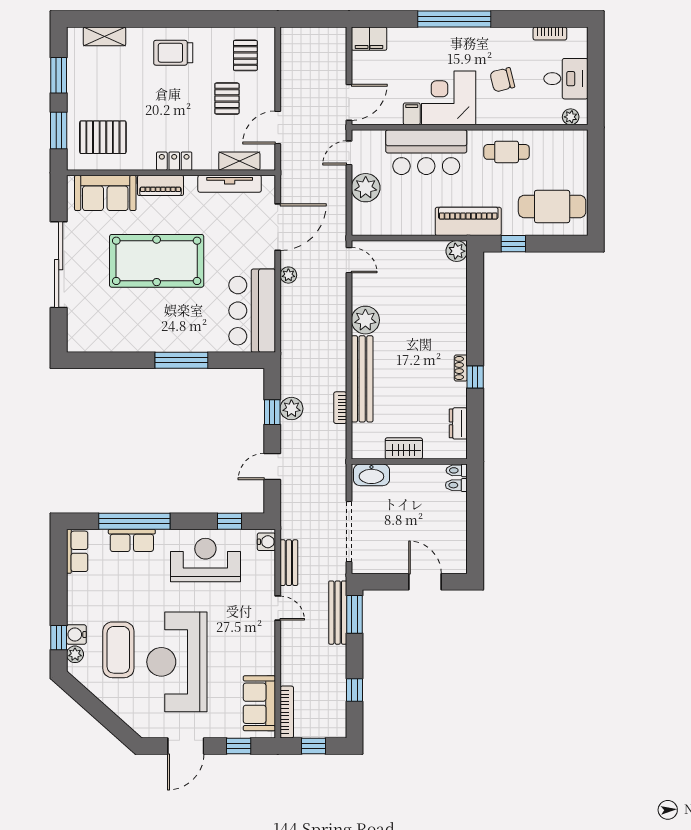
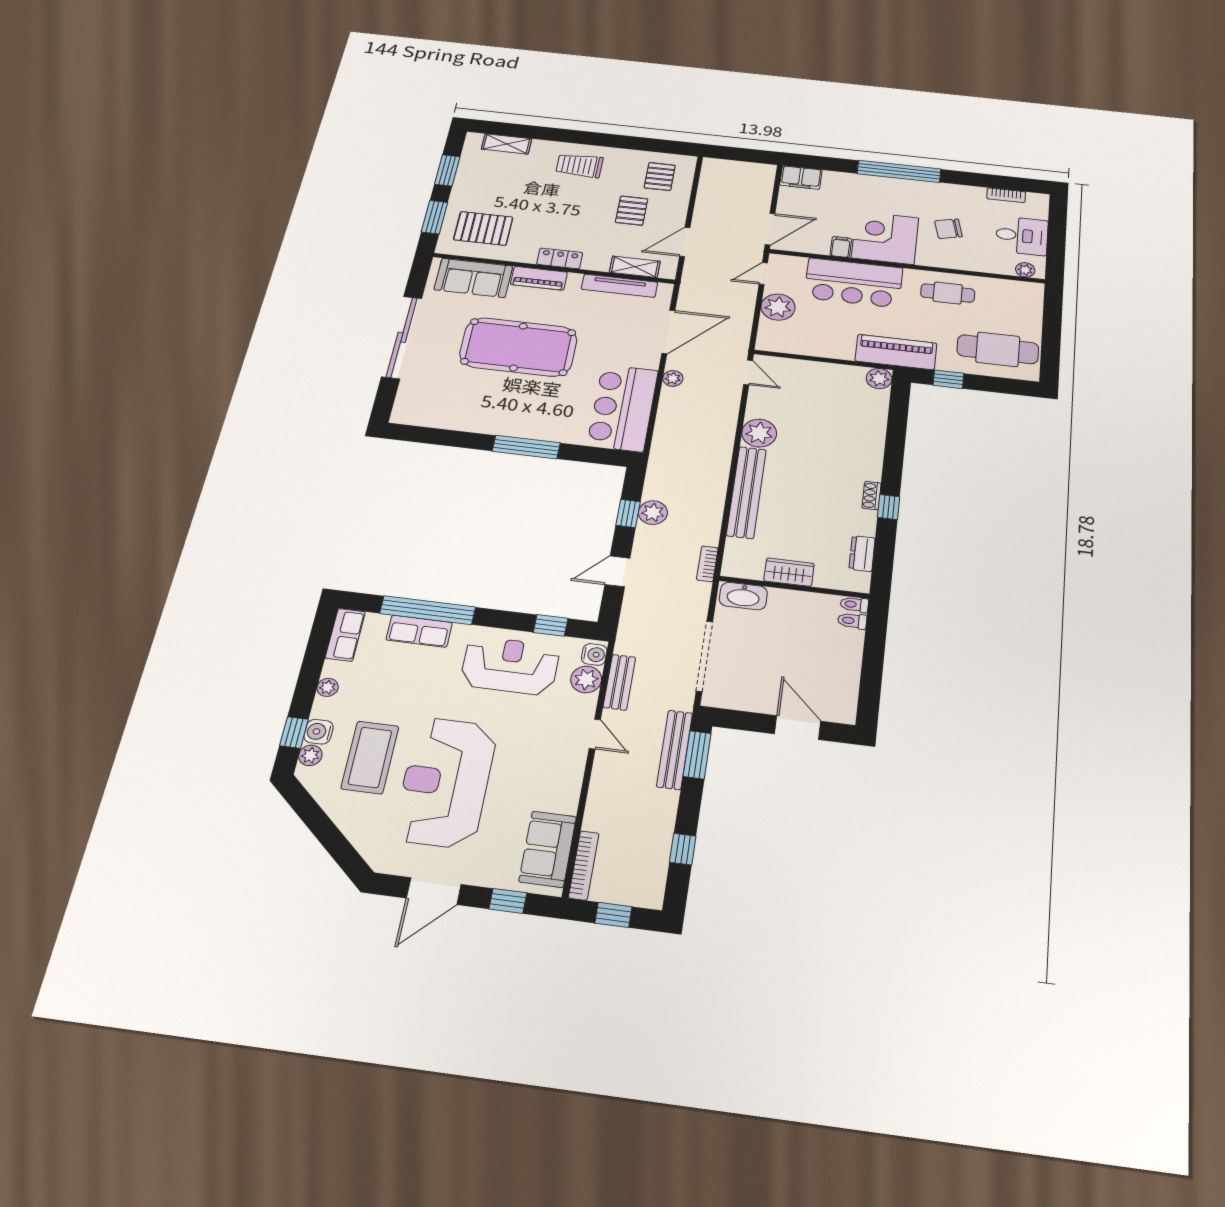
bookcase: (340, 408) -> (707, 564), moved
plant: (264, 564) -> (586, 679), added
plant: (74, 597) -> (328, 687), added

